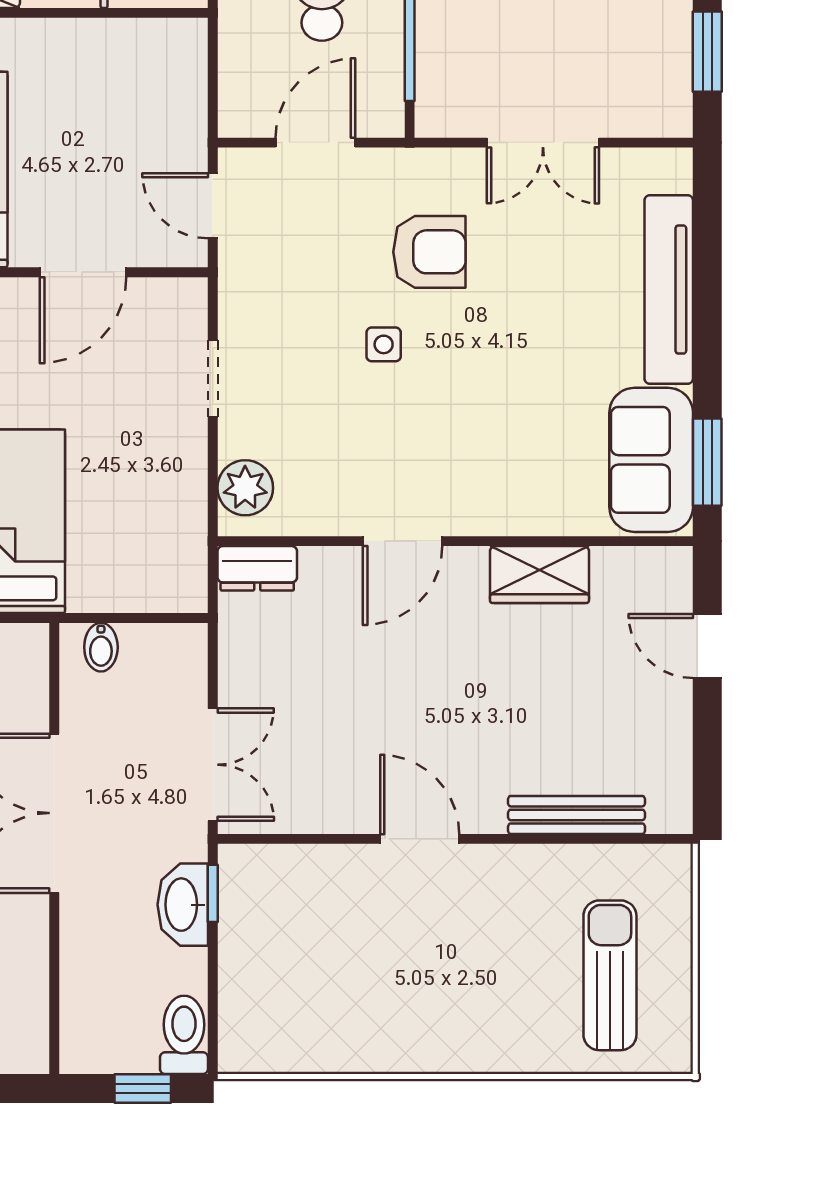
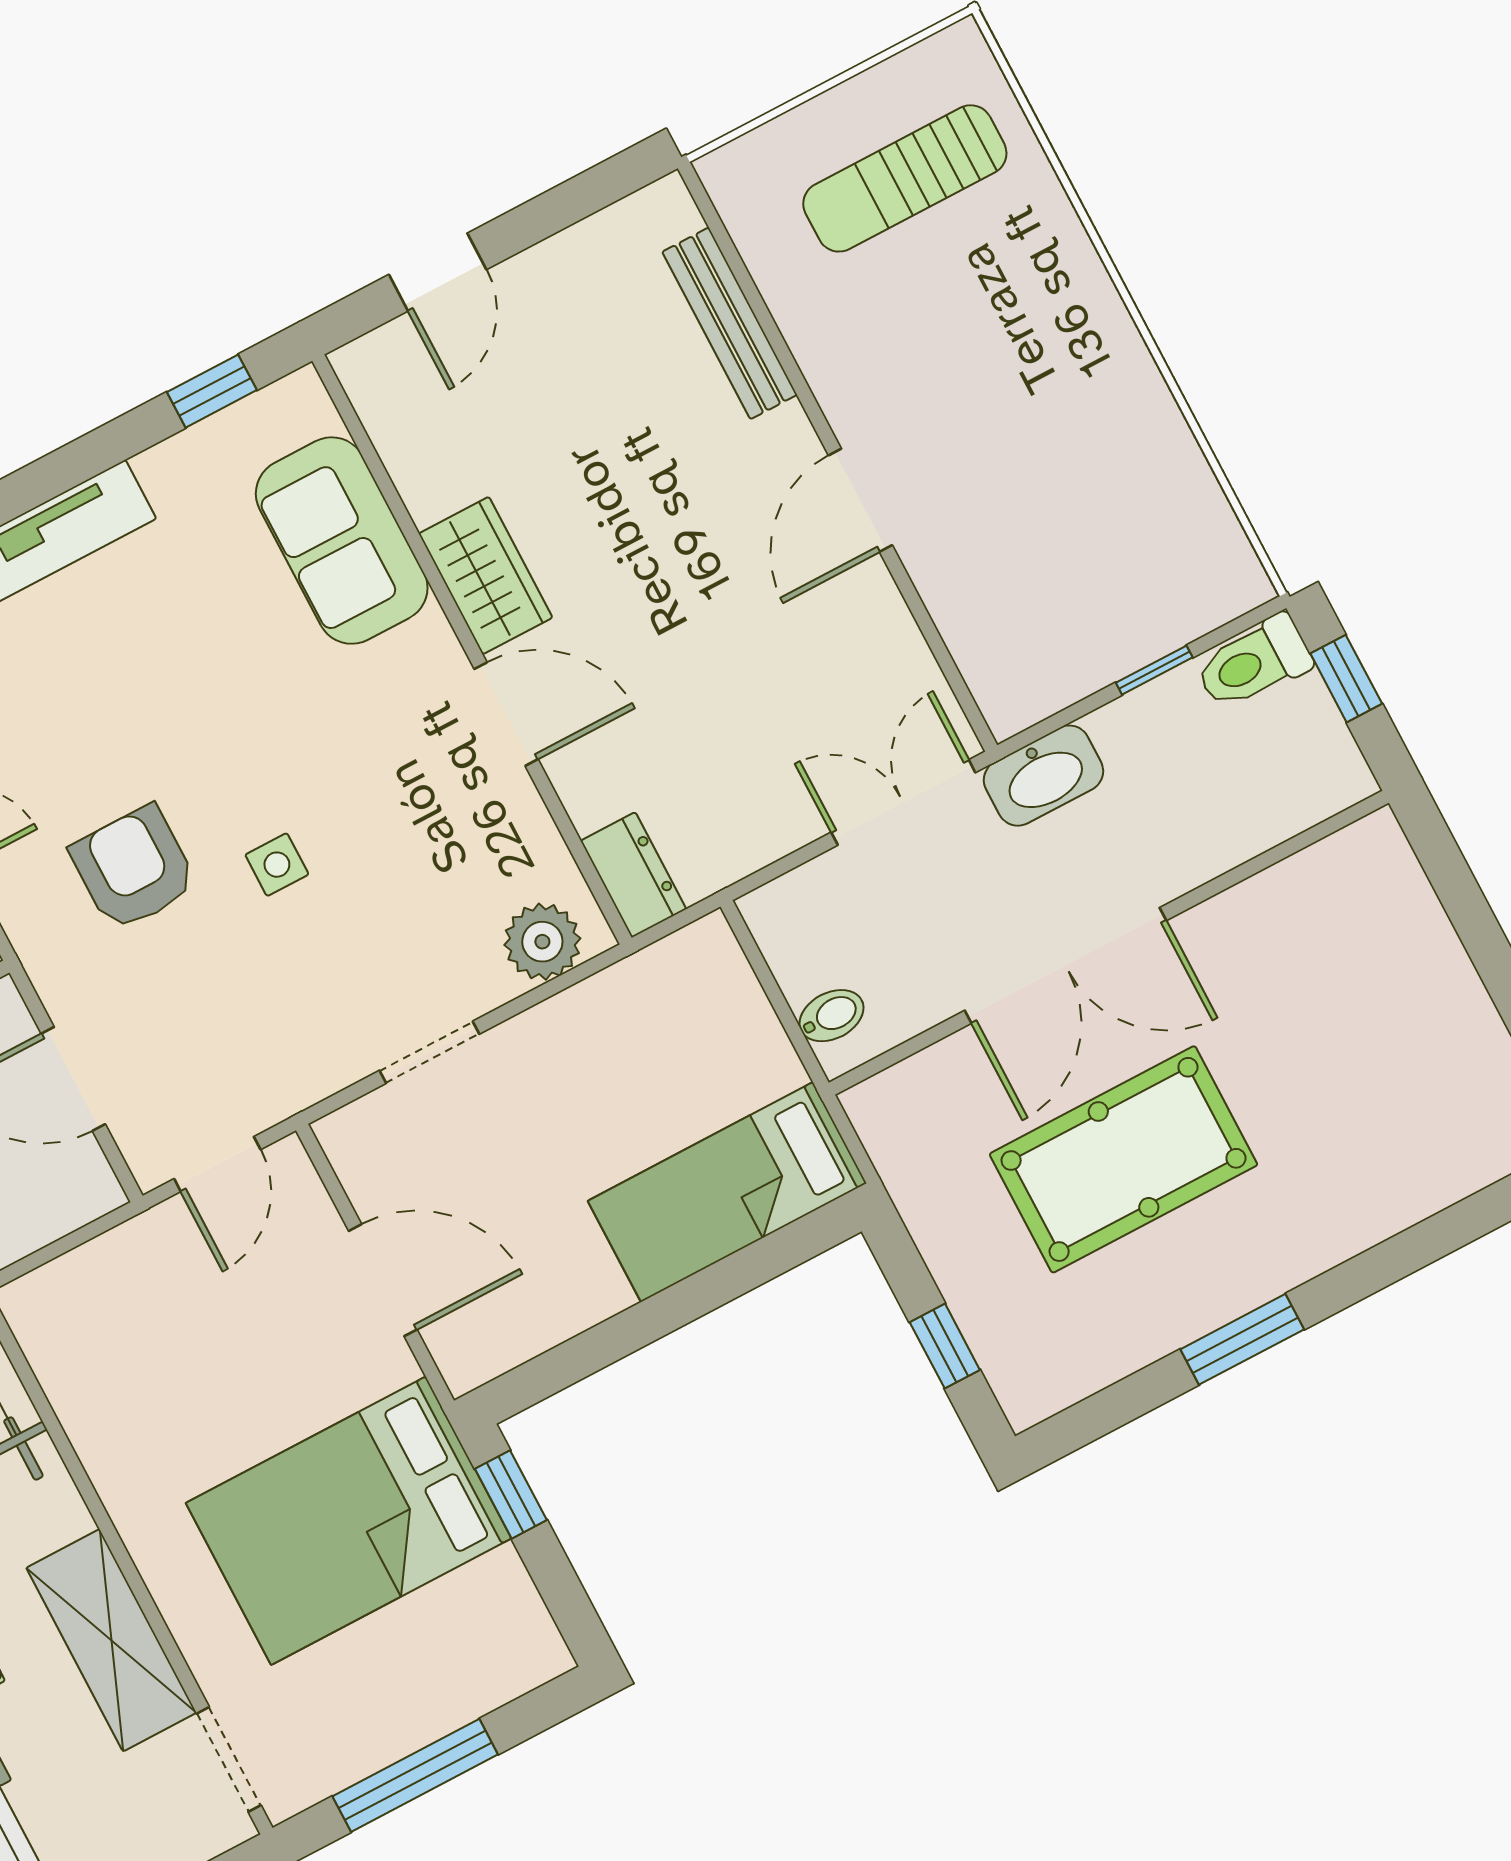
sofa: (651, 460) -> (342, 541), moved, turned 90
window: (707, 462) -> (212, 391), width x0.67
wardrobe: (539, 575) -> (486, 576), moved
window: (213, 893) -> (1154, 670), moved
washbasin: (183, 905) -> (1043, 776), moved

